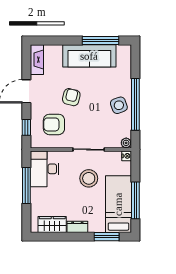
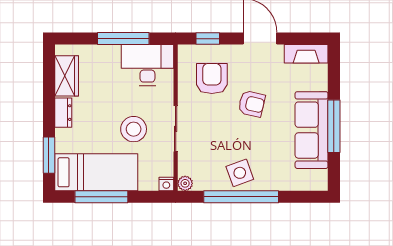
window: (101, 40) -> (334, 126), moved

